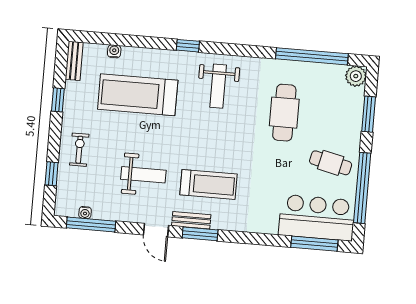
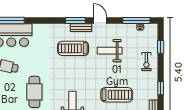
treadmill: (138, 95) -> (117, 95), width x0.73, depth x0.73

